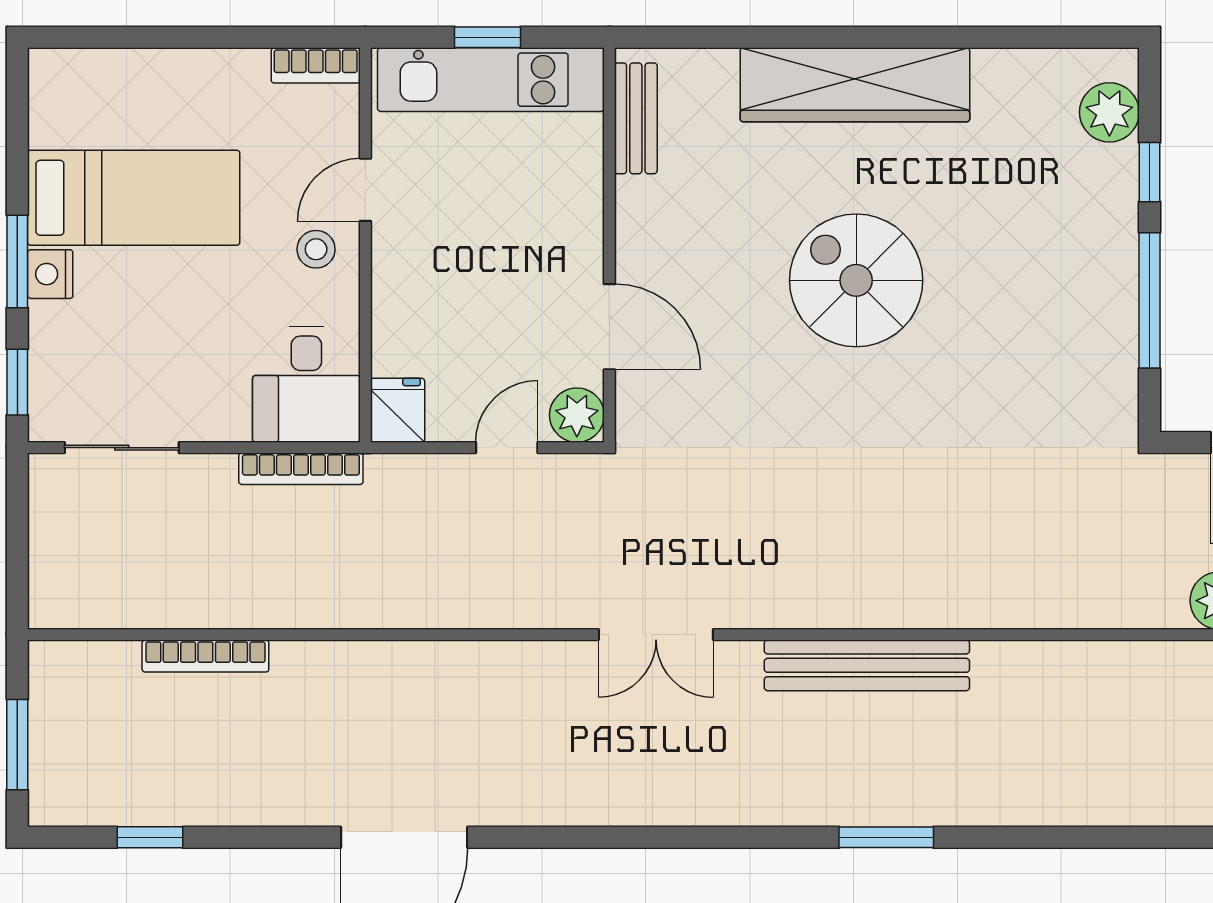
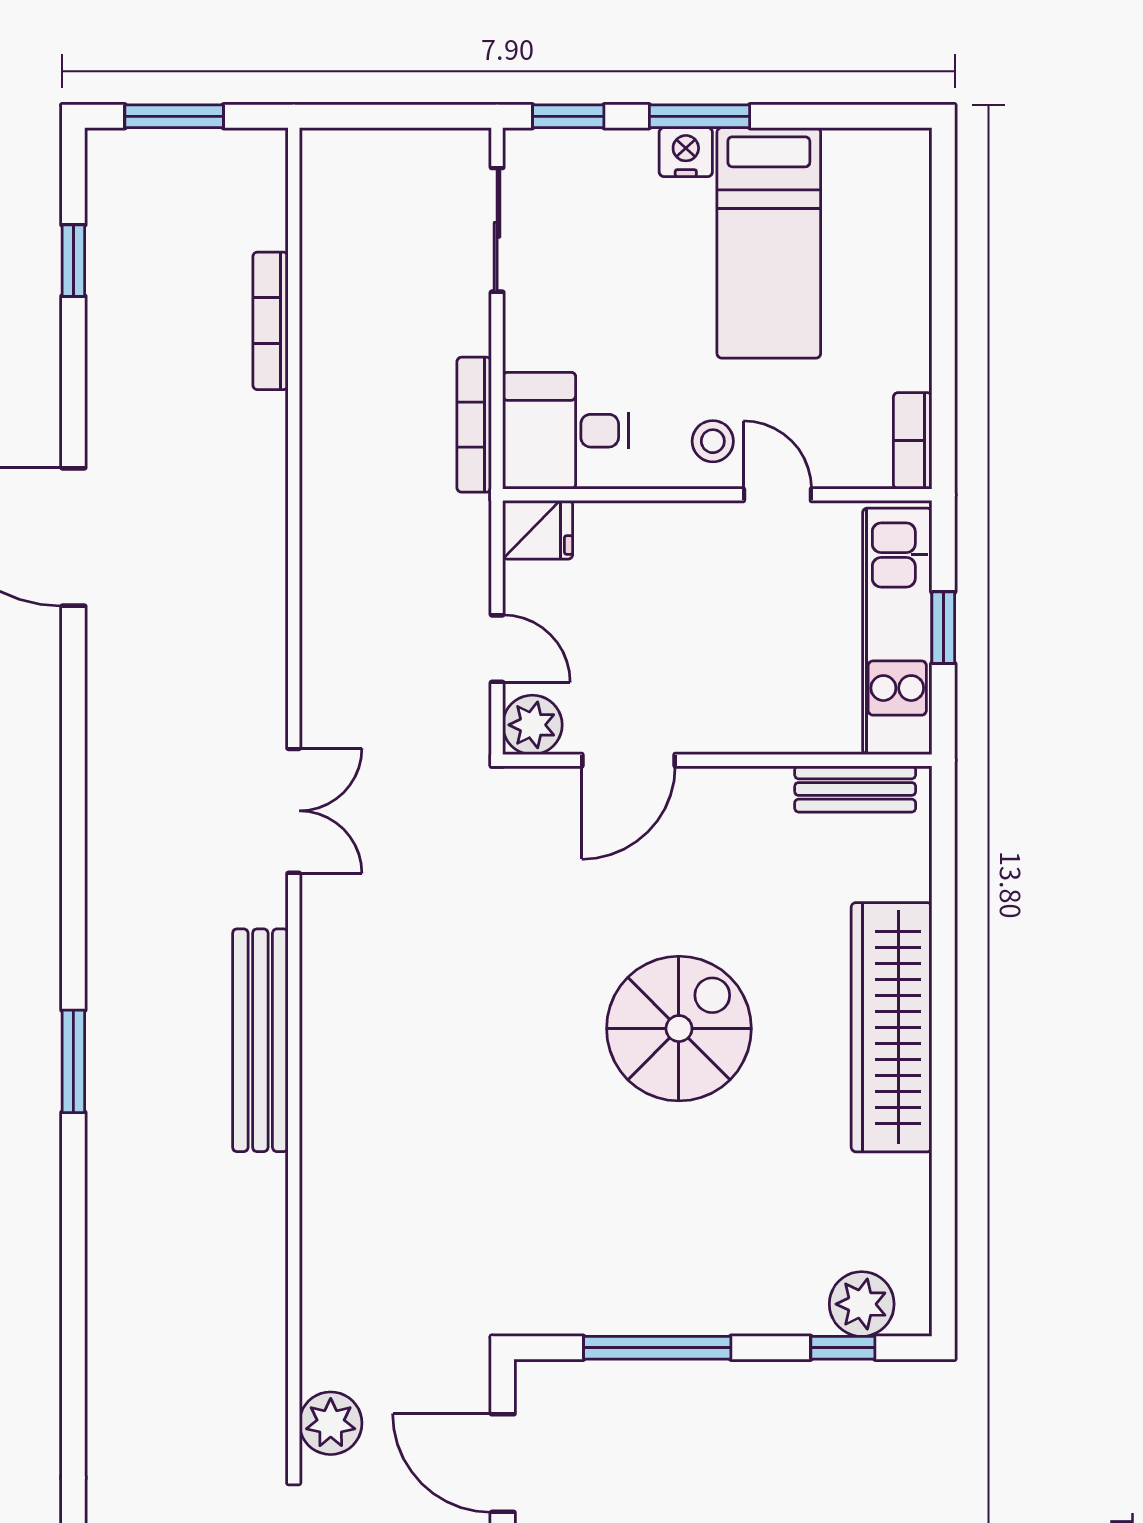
window: (1150, 172) -> (843, 1348), moved
double door: (656, 635) -> (294, 811), swing flipped

